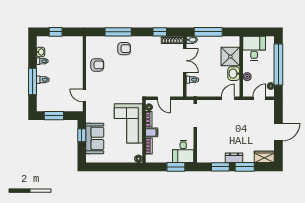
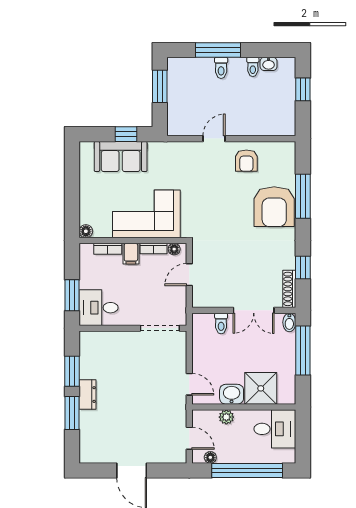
armchair: (124, 49) -> (274, 207), width x1.88, depth x1.88
door: (84, 95) -> (214, 139), moved
wardrobe: (264, 157) -> (89, 446), removed

